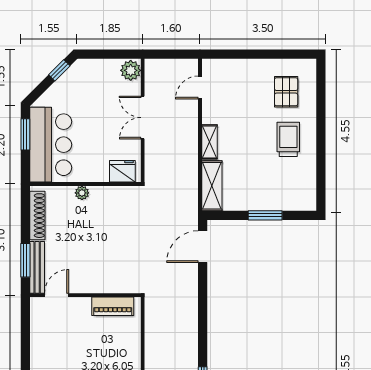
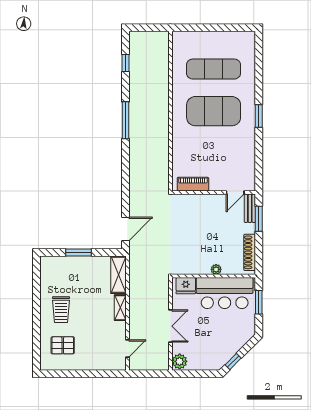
pallet: (286, 92) -> (63, 345), turned 90
window: (25, 134) -> (259, 302), moved
bar counter: (51, 145) -> (225, 293), moved, turned -90
bench: (37, 267) -> (250, 208), width x0.73

